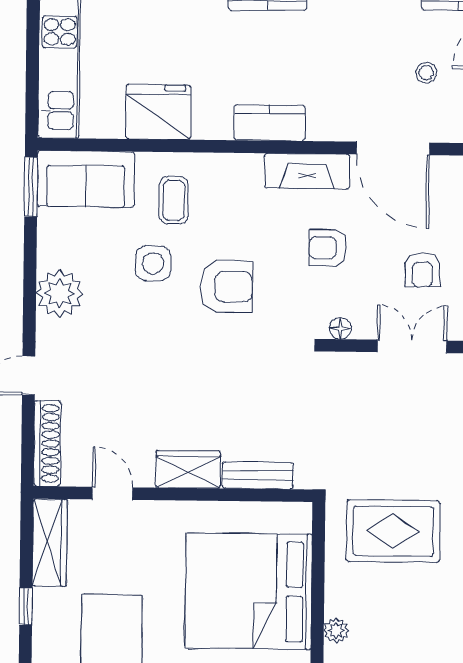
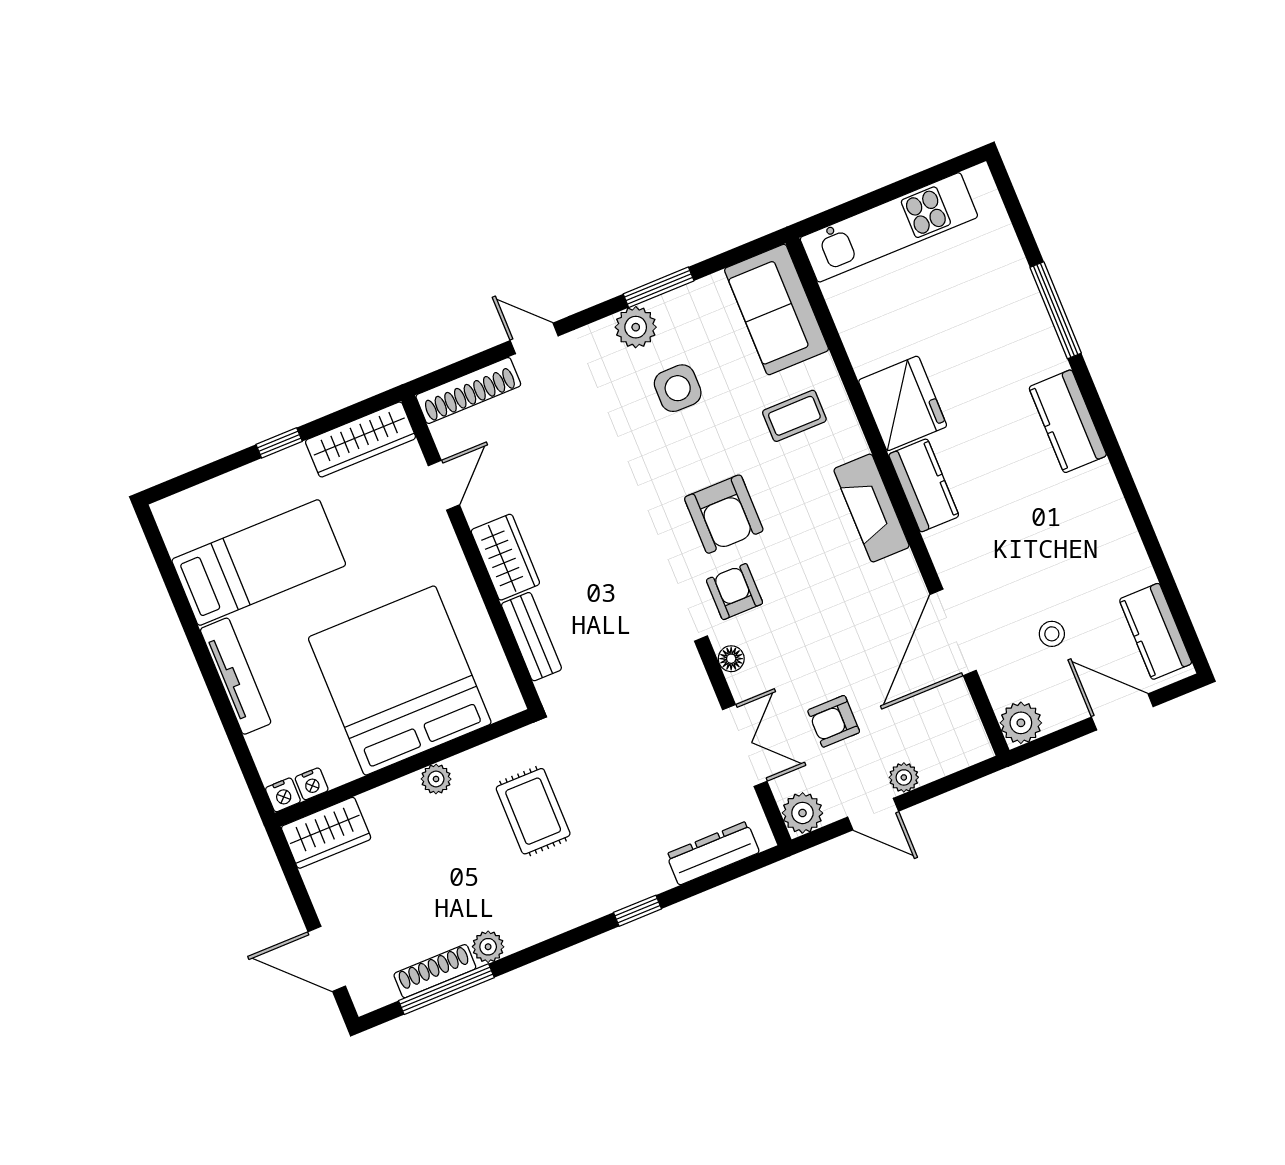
fridge: (158, 112) -> (903, 403), moved
fireplace: (307, 171) -> (872, 508), moved
window: (31, 187) -> (659, 287), moved
armchair: (328, 248) -> (735, 592), moved
side table: (153, 263) -> (678, 388), moved
plant: (60, 294) -> (636, 327), width x0.73, depth x0.73
rug: (393, 531) -> (533, 811), width x0.73, depth x0.70
plant: (336, 631) -> (436, 779), moved

